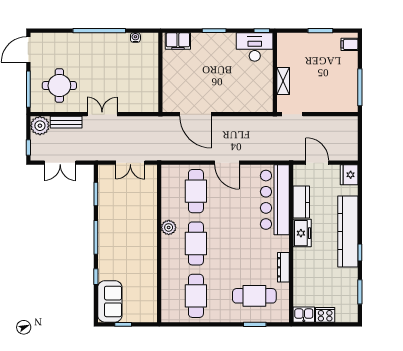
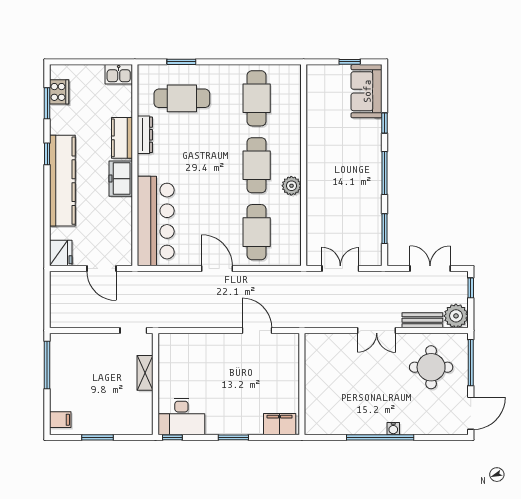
water cooler: (135, 37) -> (393, 429), moved
door: (196, 114) -> (257, 331), width x0.73
kitchen counter: (301, 202) -> (122, 138), moved
cooker: (325, 315) -> (59, 92), moved, turned -90

